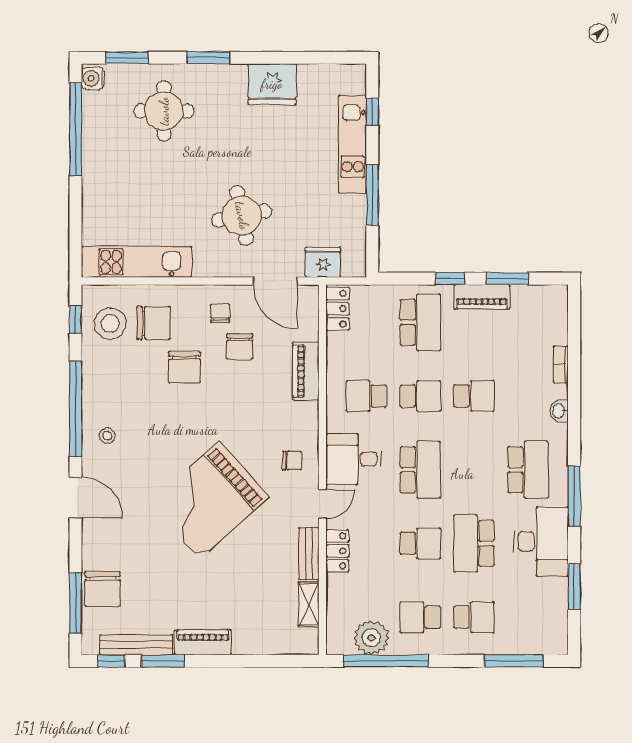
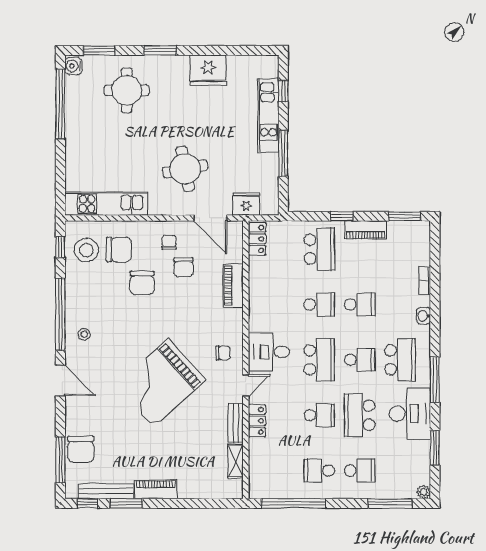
window: (508, 279) -> (404, 216), moved
school desk: (366, 396) -> (360, 360), moved, turned 180
plant: (371, 638) -> (424, 492), moved, width x0.53, depth x0.53

